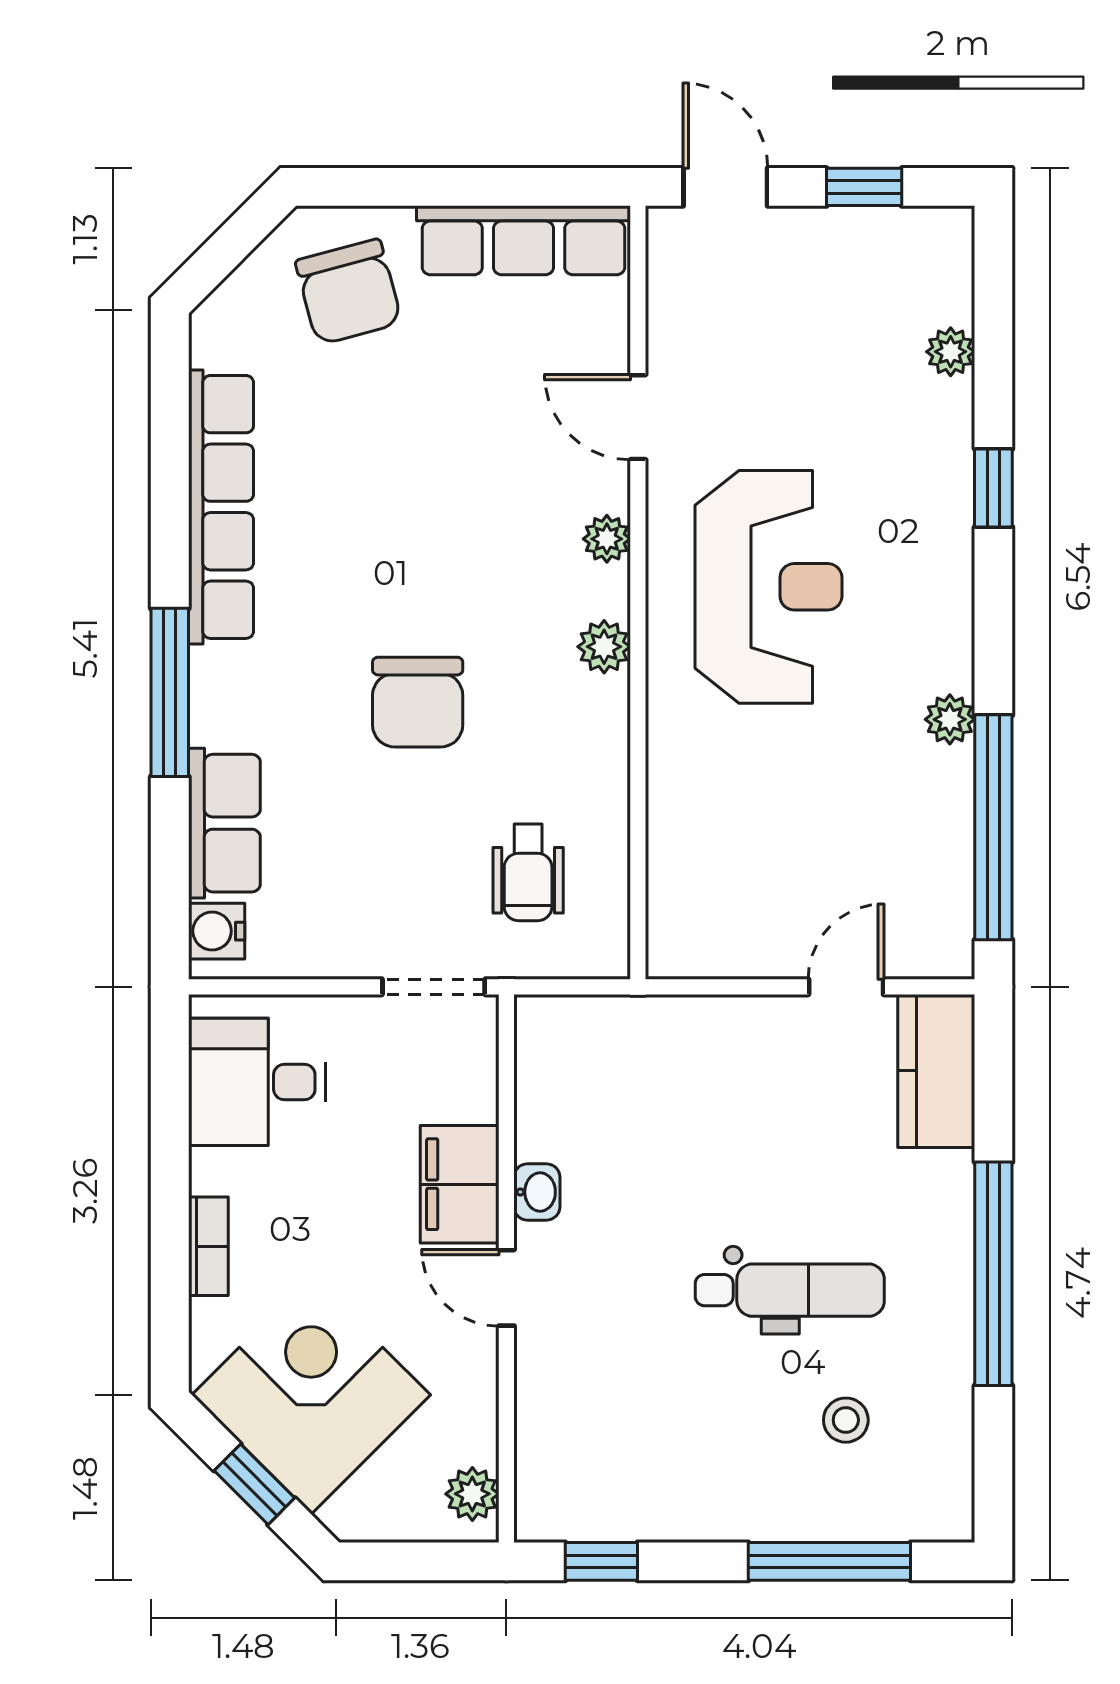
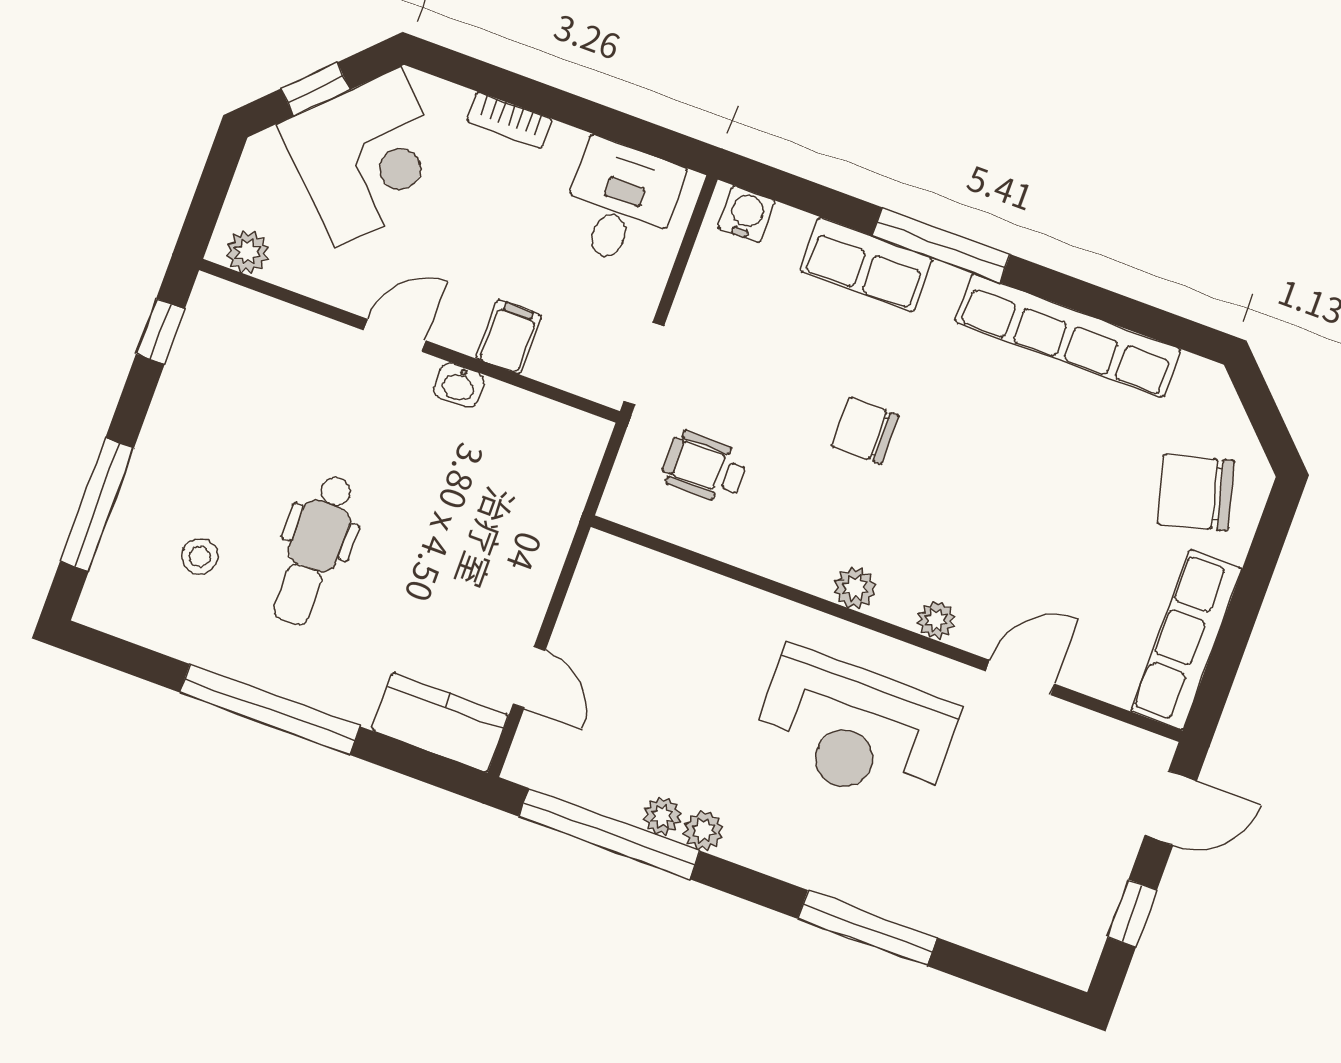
plant: (951, 352) -> (662, 816), moved
window: (993, 488) -> (867, 928), width x2.17
chair: (418, 702) -> (865, 431), width x0.73, depth x0.73
row of seats: (224, 823) -> (866, 265), moved
filing cabinet: (460, 1184) -> (509, 337), width x0.50

